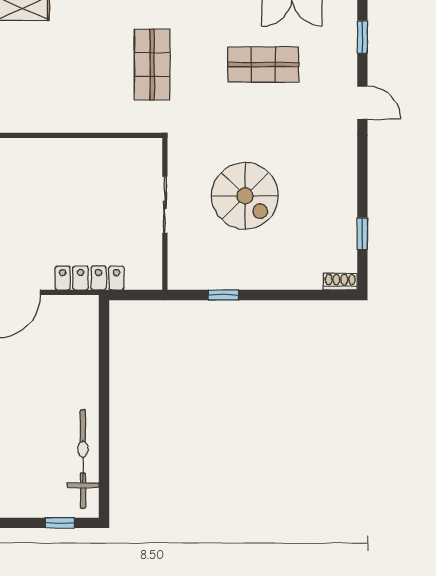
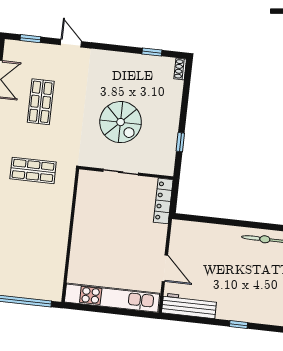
door: (362, 103) -> (71, 43), hinge flipped
spiral stairs: (245, 196) -> (121, 122), turned 90
locker: (90, 278) -> (163, 201), moved

